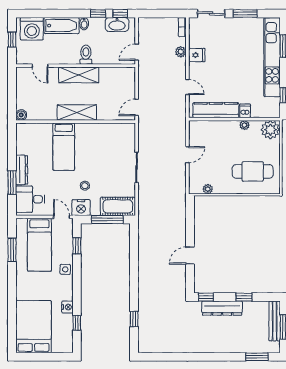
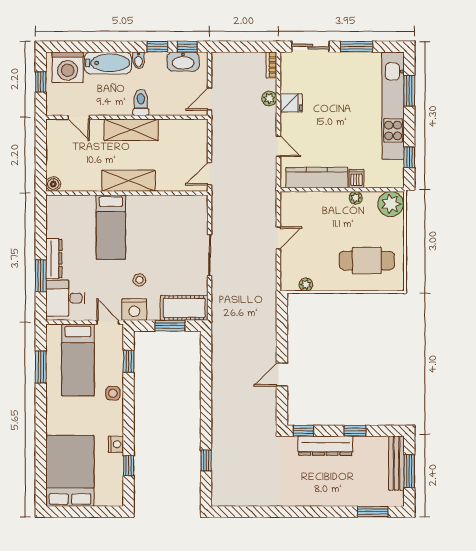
window: (107, 219) -> (170, 326), width x0.69

